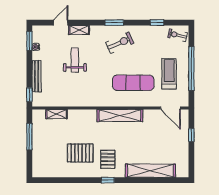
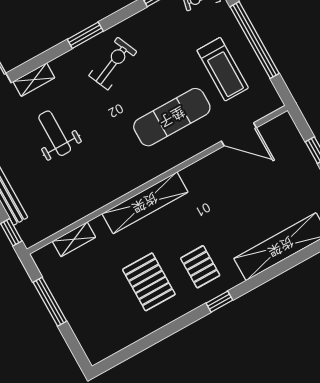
treadmill: (169, 74) -> (223, 69), turned 180
door: (171, 108) -> (239, 134), moved
shelving: (120, 115) -> (145, 203), moved
pallet: (80, 153) -> (149, 282), turned 90

